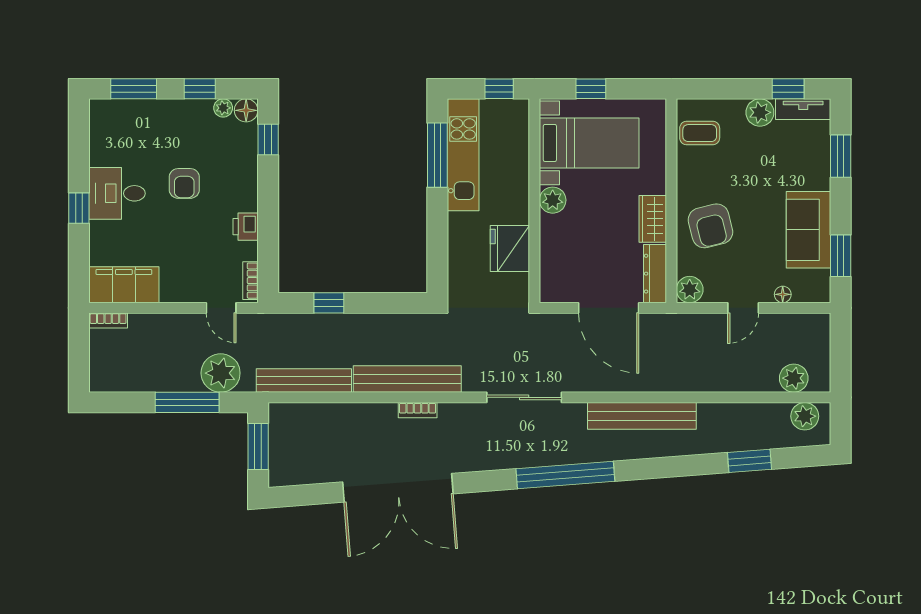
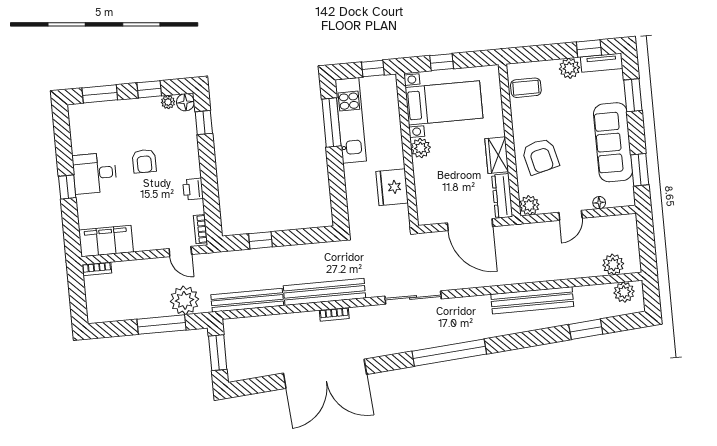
sofa: (809, 230) -> (613, 142), width x1.36
bench: (642, 416) -> (532, 300), moved

